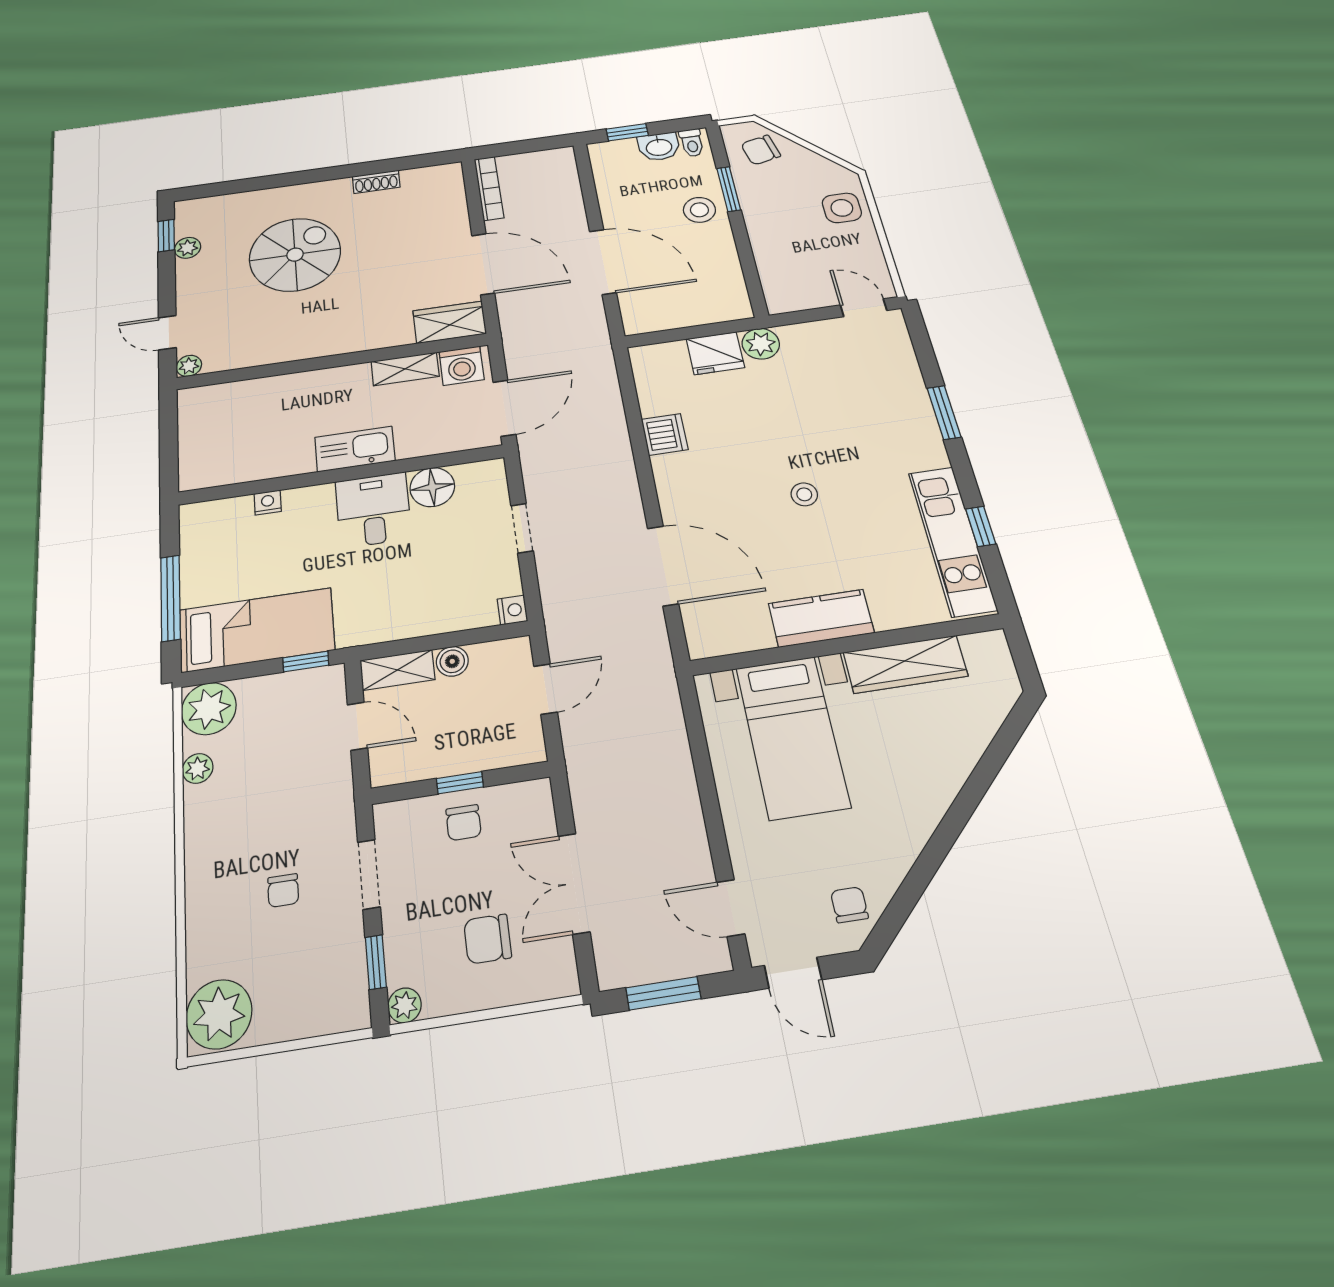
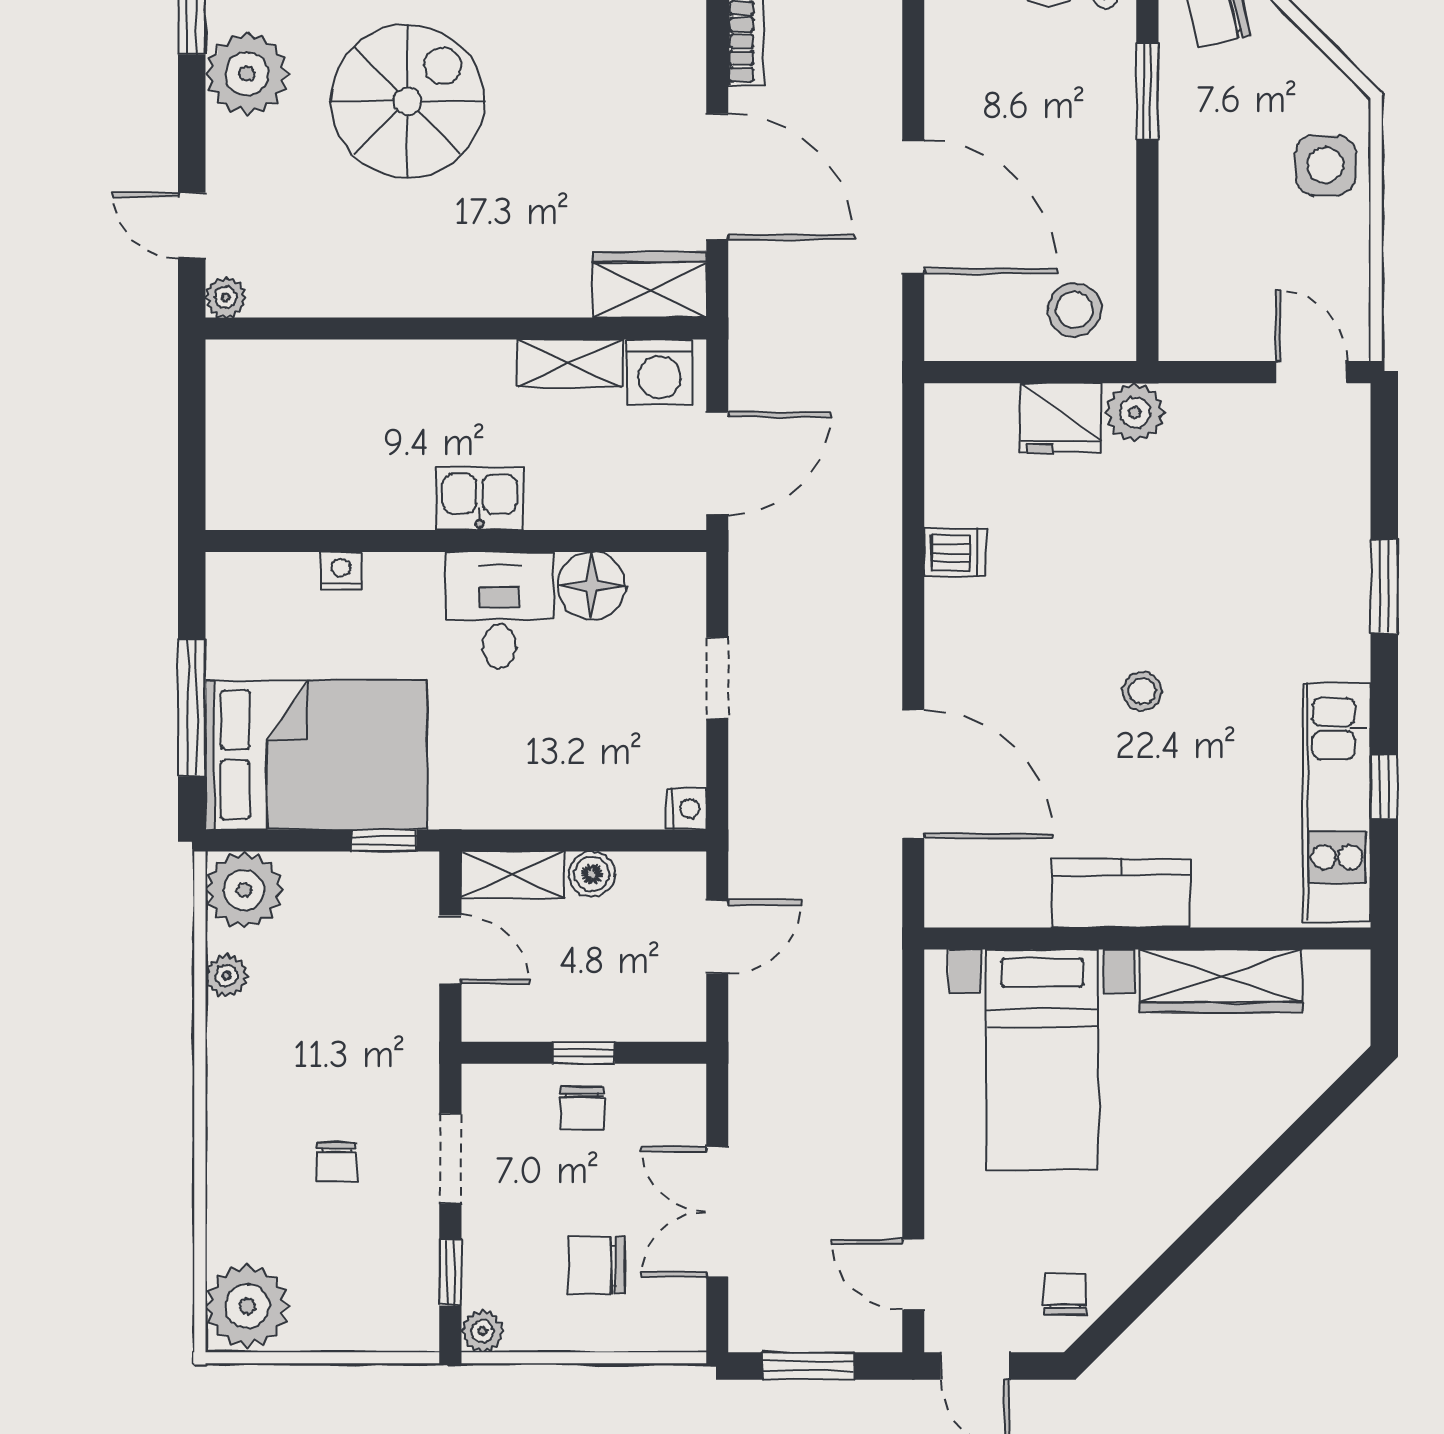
stool: (699, 210) -> (1075, 310), moved
plant: (188, 248) -> (247, 74), width x1.87, depth x1.87
dishwasher: (665, 434) -> (955, 553), width x0.73
kitchen sink: (355, 449) -> (480, 498), width x0.73
bed: (257, 630) -> (316, 755), width x1.50

